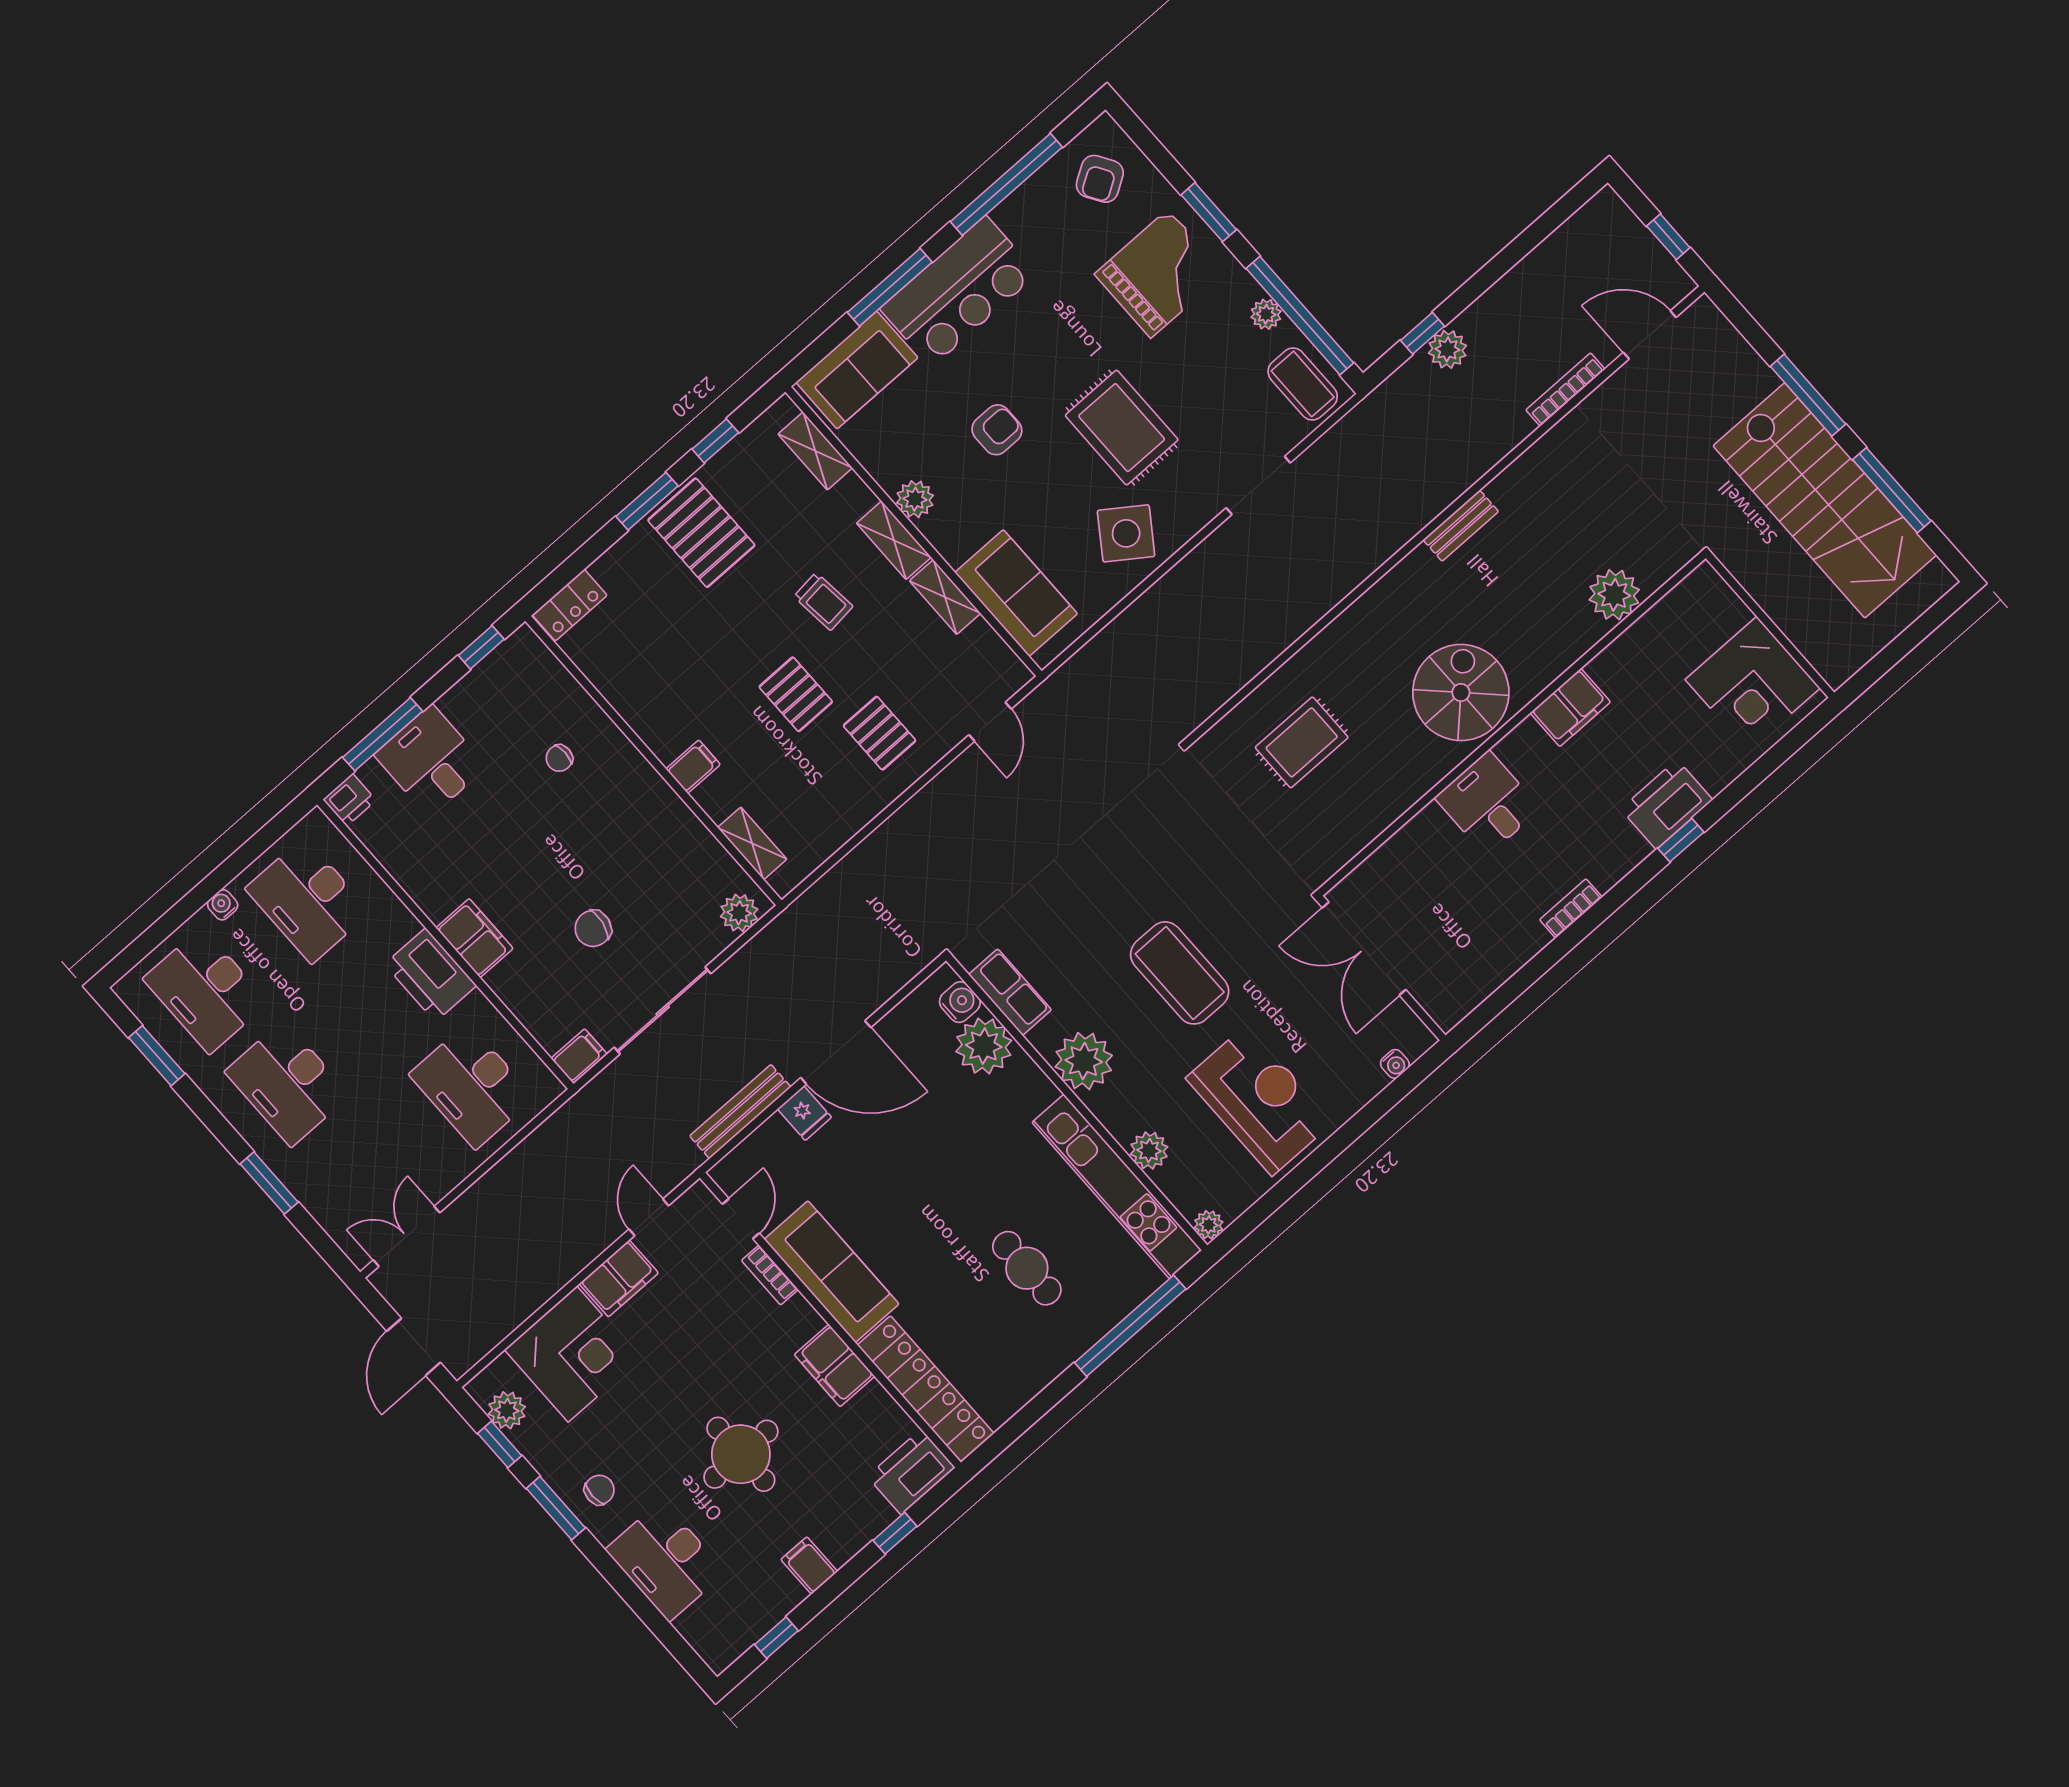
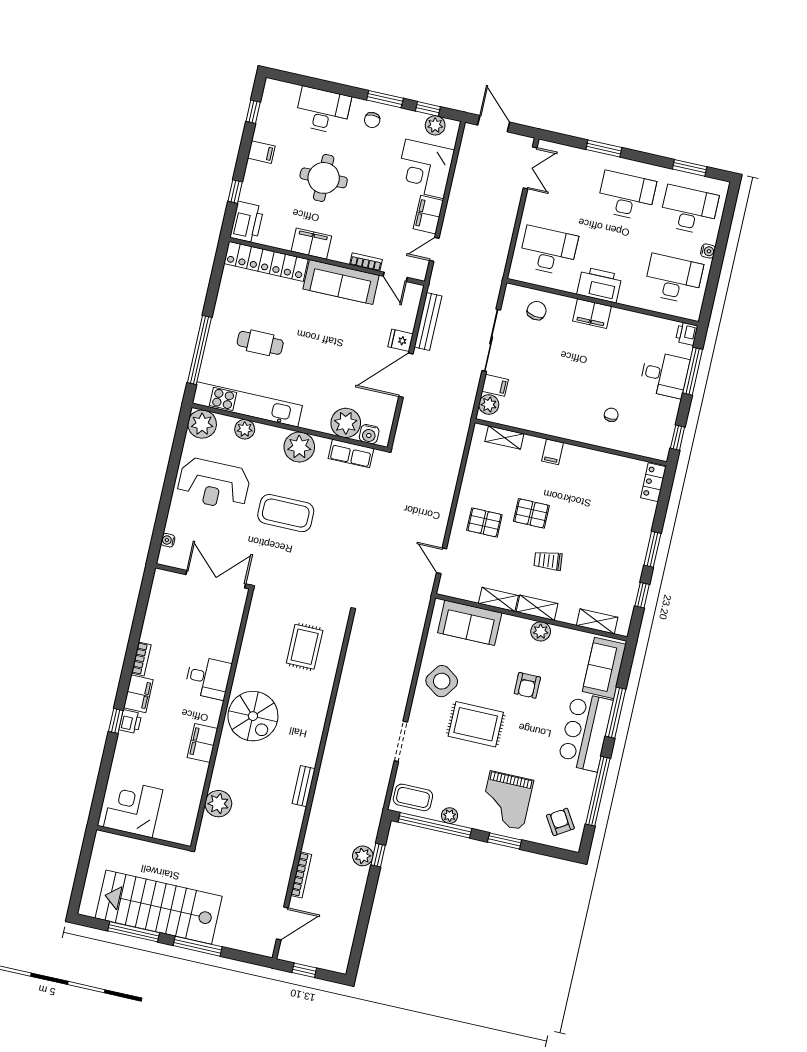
pallet: (701, 533) -> (620, 552), removed
printer: (1667, 804) -> (130, 722), width x0.53, depth x0.68
filing cabinet: (1615, 857) -> (138, 694), added
chair: (593, 928) -> (537, 311), moved
filing cabinet: (579, 1056) -> (495, 385), moved, turned -90
door: (649, 1217) -> (434, 249), swing flipped
plant: (1209, 1225) -> (202, 424), width x1.87, depth x1.87

